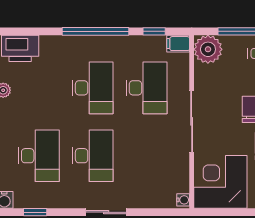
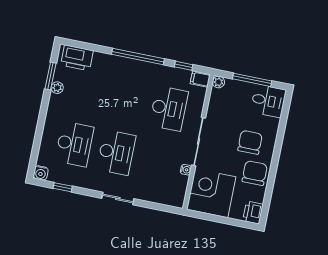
plant: (208, 49) -> (218, 82), width x0.53, depth x0.53
desk: (93, 88) -> (127, 100), removed
water cooler: (183, 200) -> (186, 170), moved

